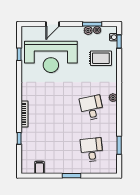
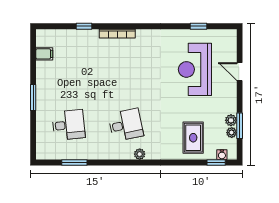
reception desk: (51, 57) -> (195, 69), width x0.74, depth x0.77

